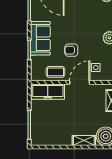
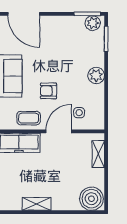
shelving: (84, 140) -> (37, 204), moved

